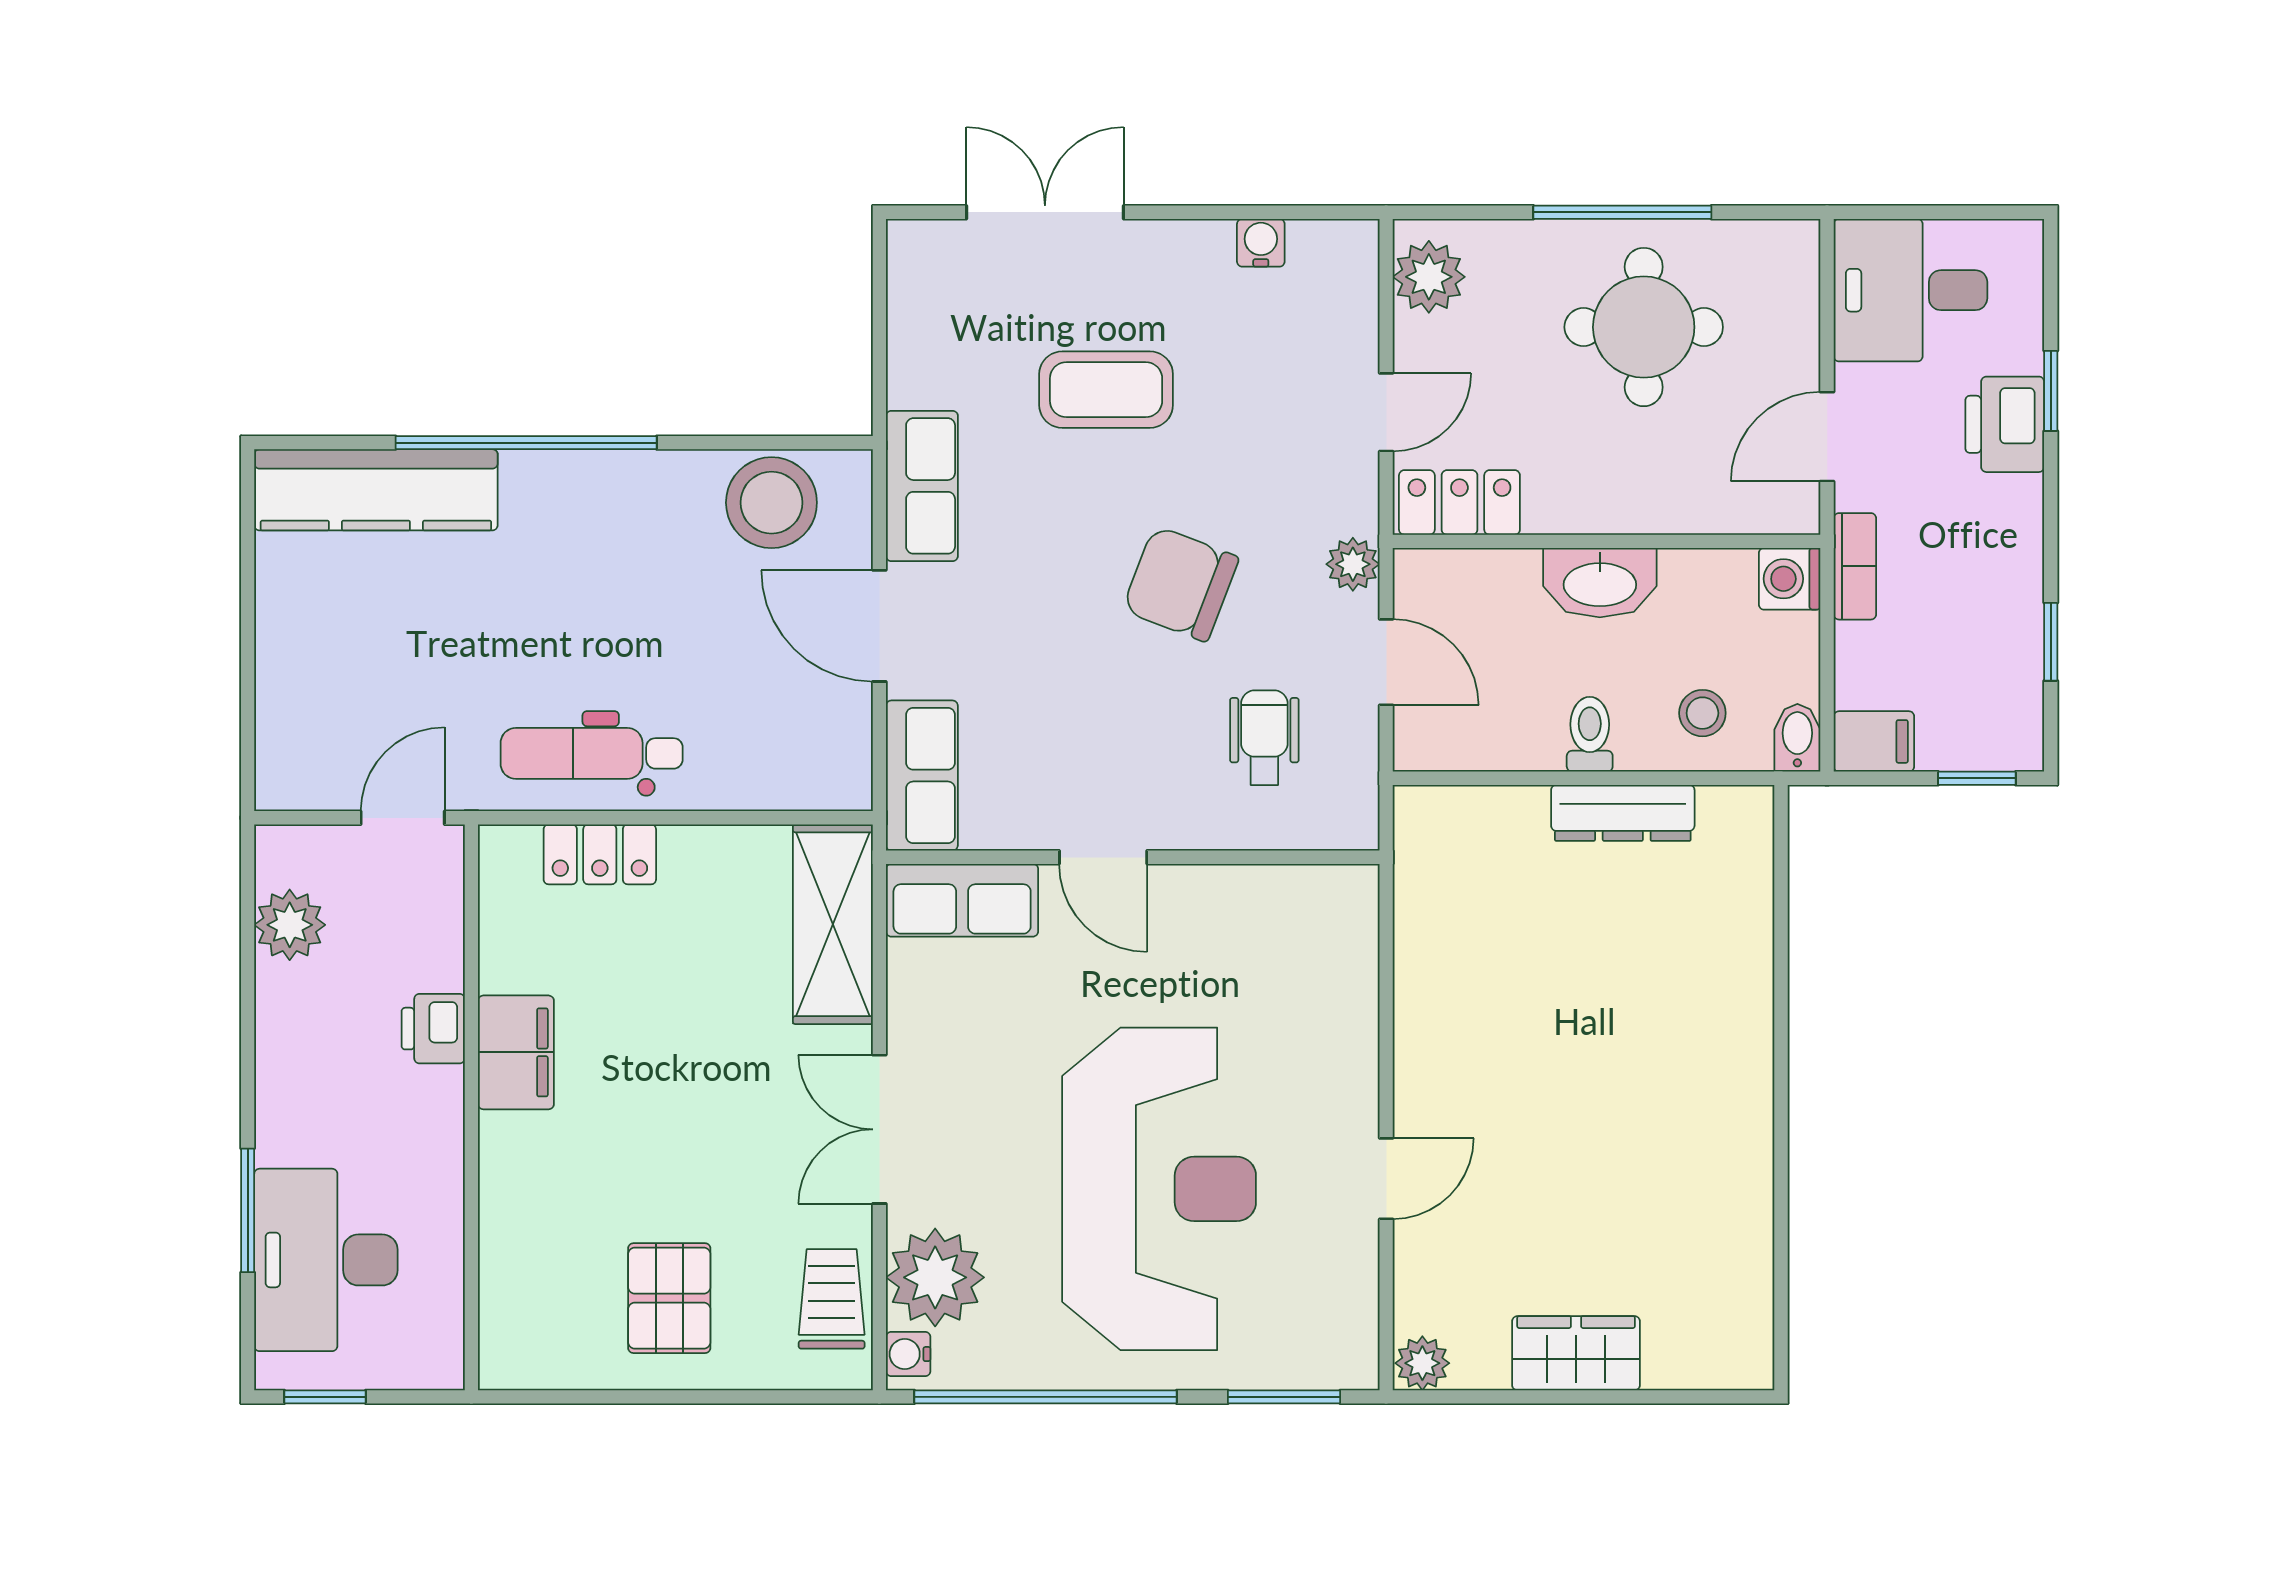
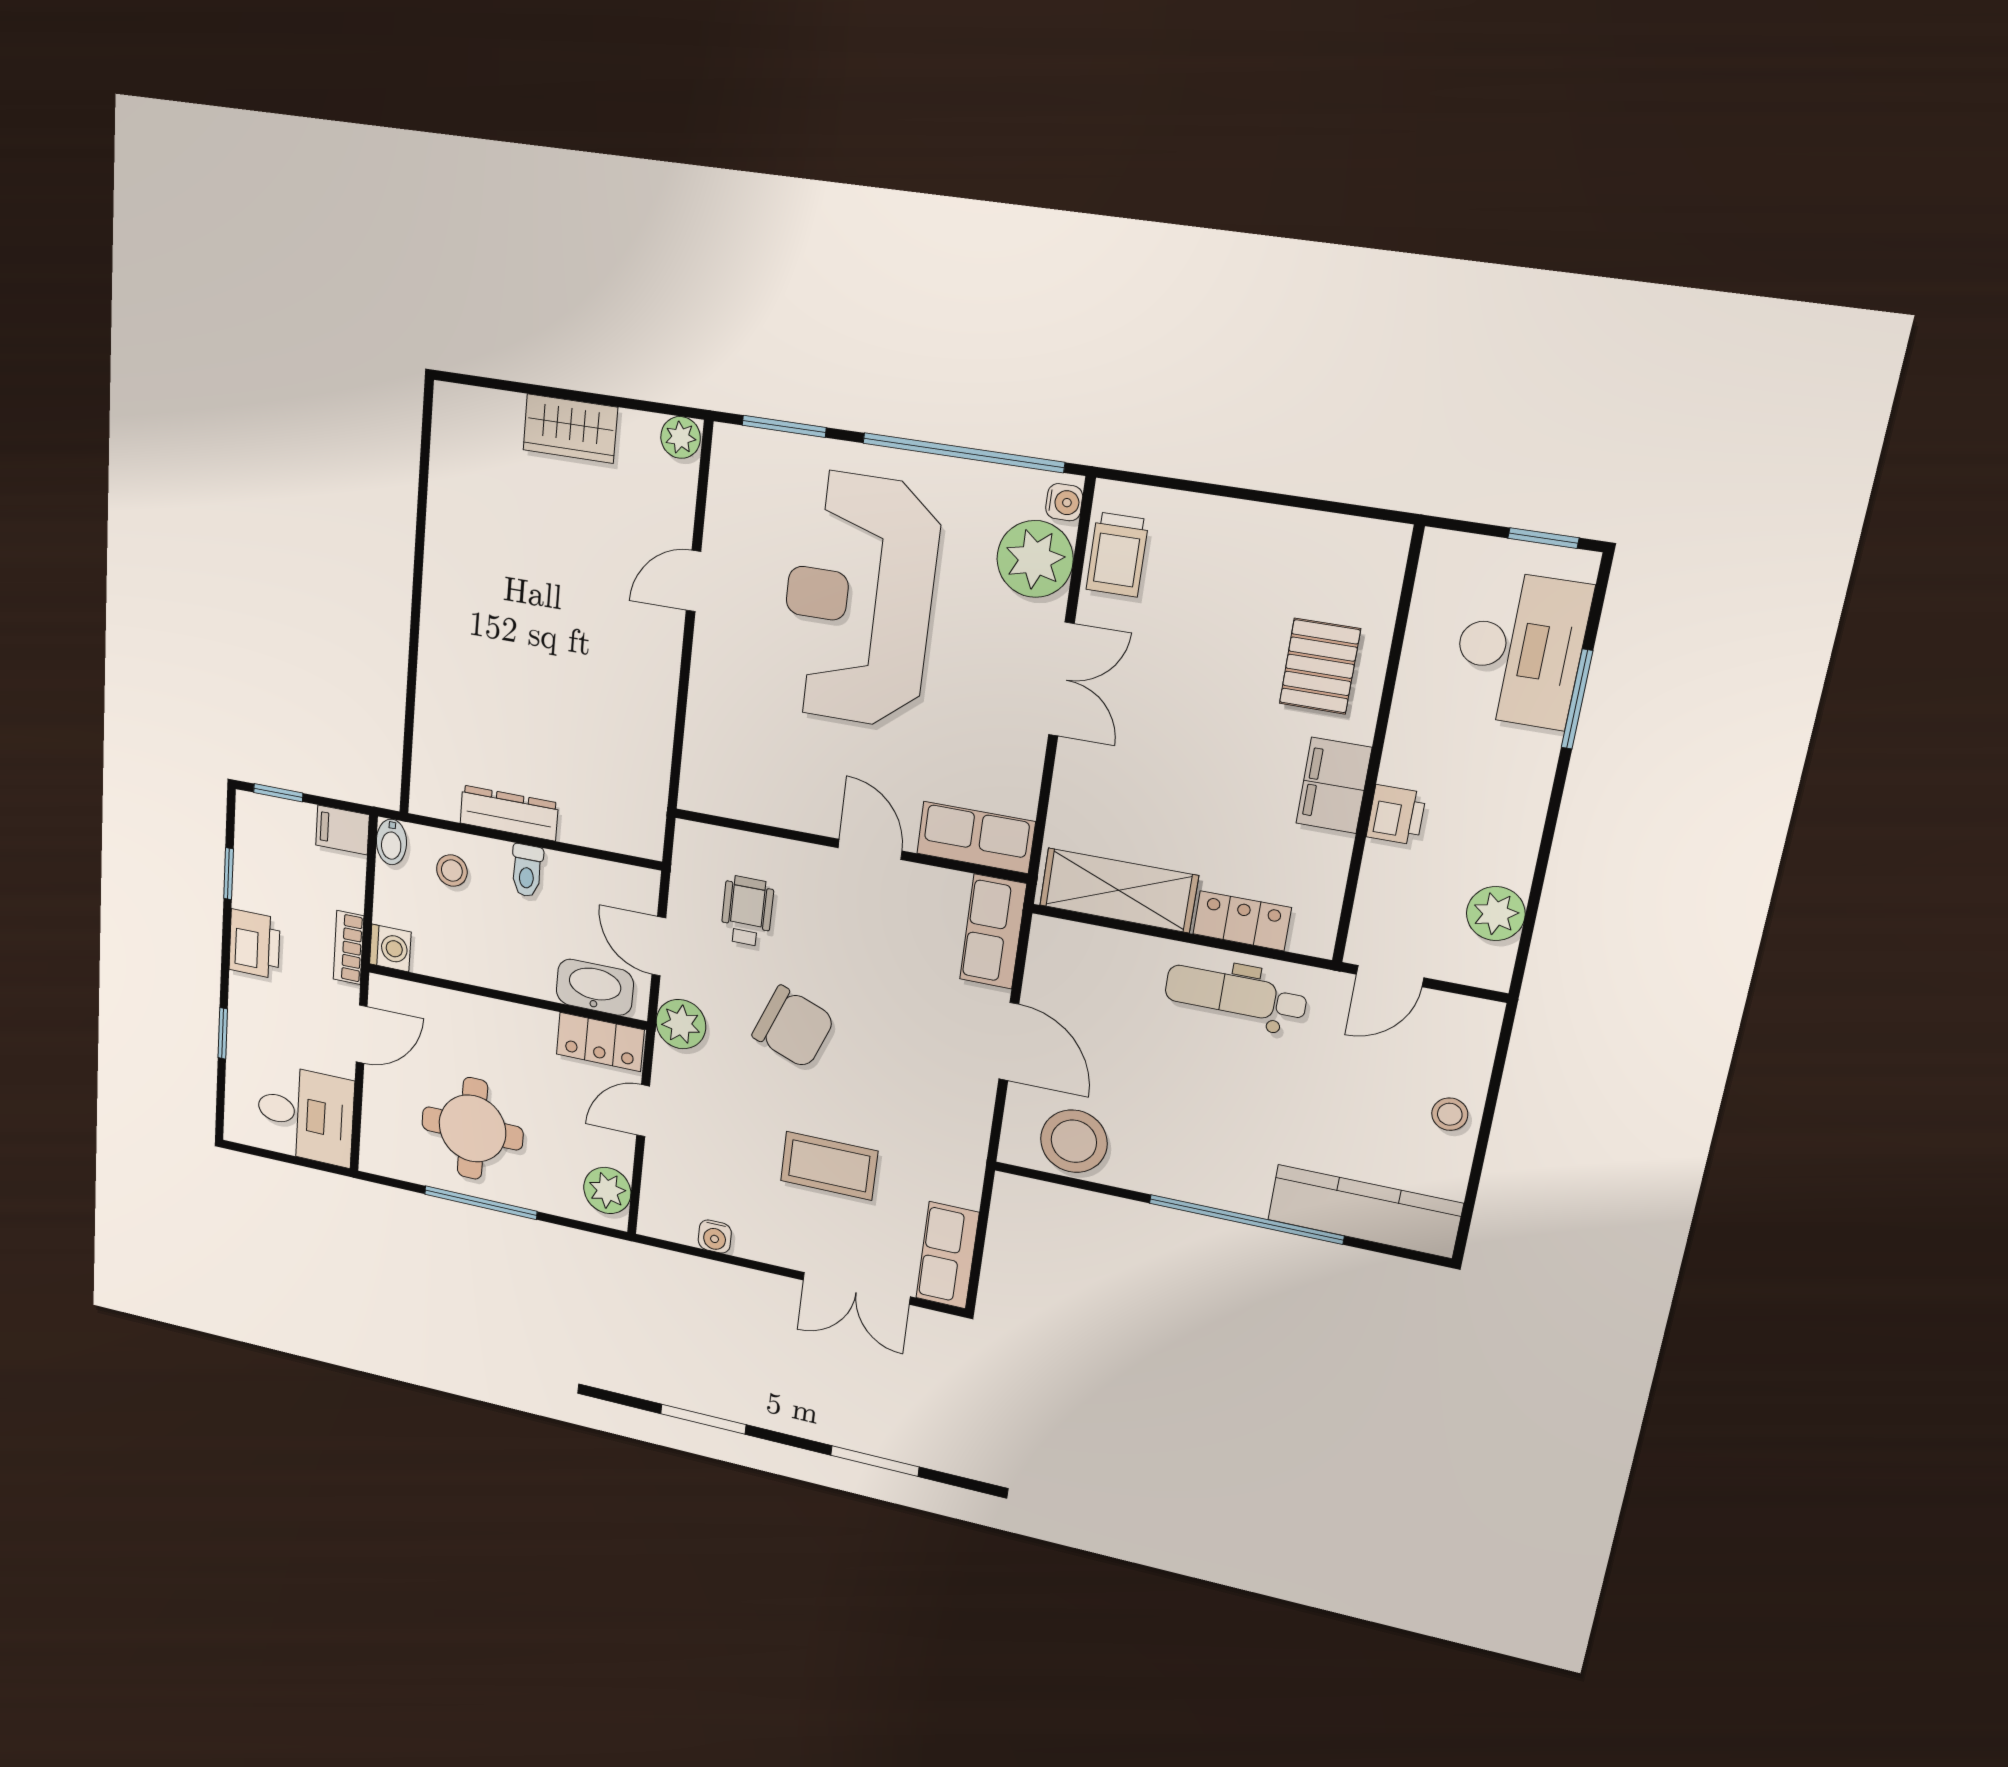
printer: (2005, 424) -> (255, 944), moved
row of seats: (922, 486) -> (947, 1255), moved
plant: (1353, 564) -> (681, 1024), width x1.38, depth x1.38
washbasin: (1600, 583) -> (595, 987), moved
stool: (295, 648) -> (1450, 1114), added
wheelchair: (1264, 738) -> (747, 911), turned 180
dental chair: (592, 753) -> (1236, 994), turned 180
shelving: (833, 924) -> (1119, 890), moved, turned 90
pallet: (669, 1298) -> (1320, 666), moved

